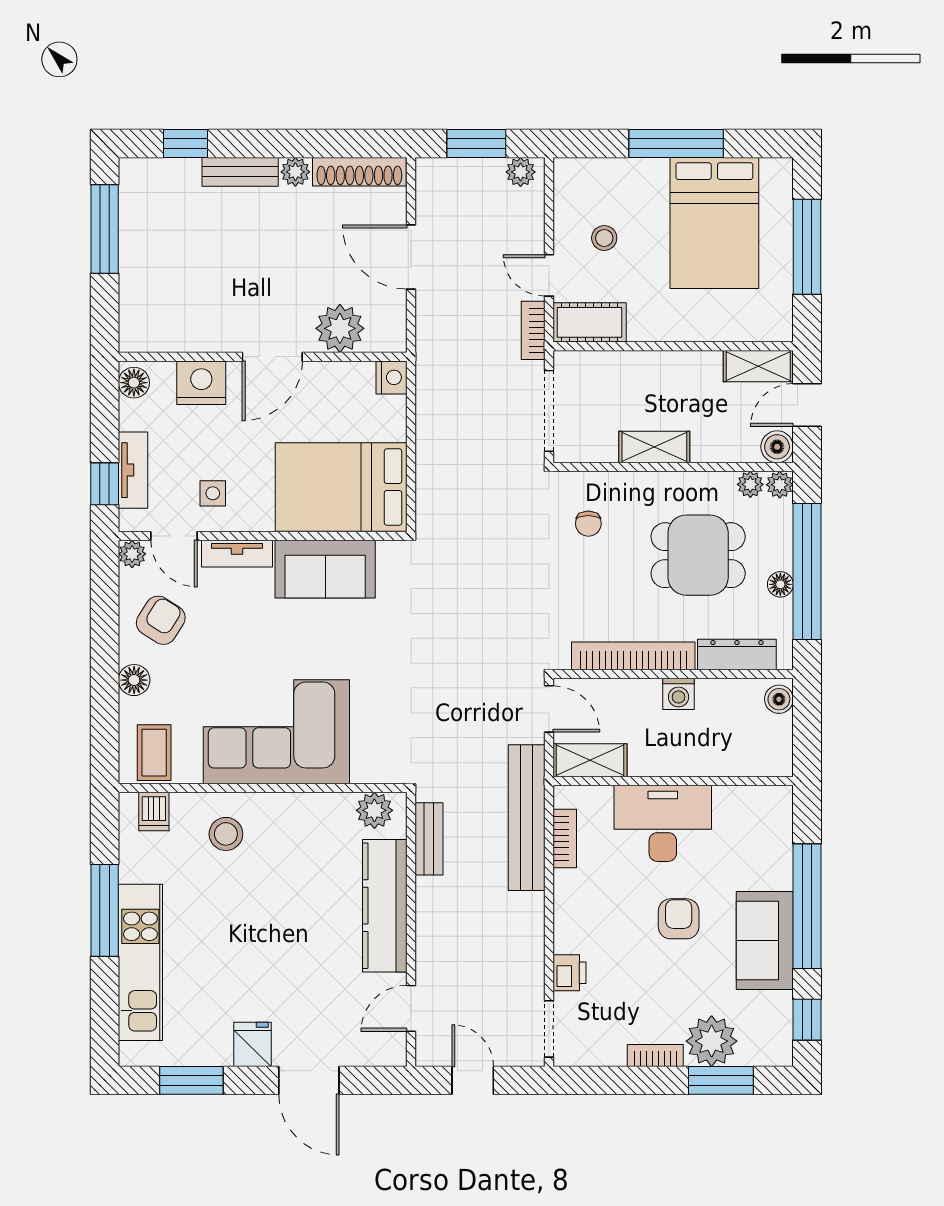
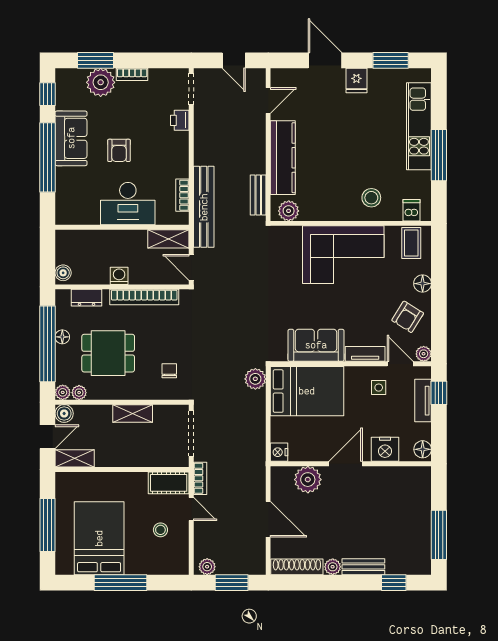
plant: (434, 509) -> (255, 379), added
dresser: (737, 655) -> (86, 298), width x0.70

